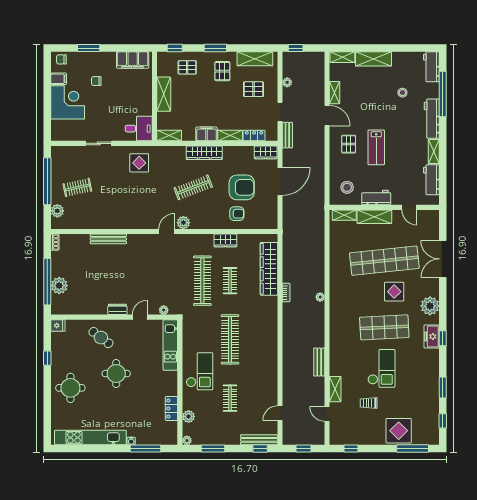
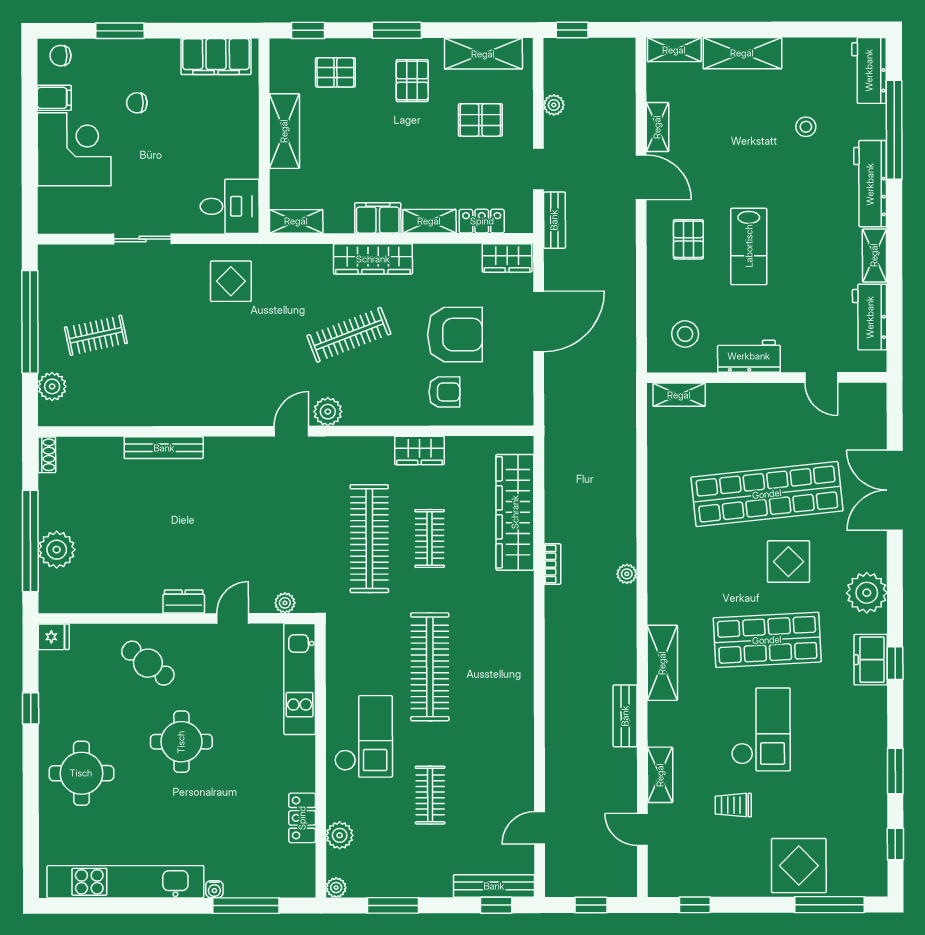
shelving: (374, 217) -> (662, 663), moved, turned 90

